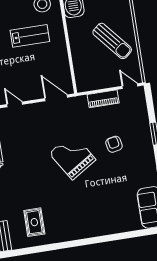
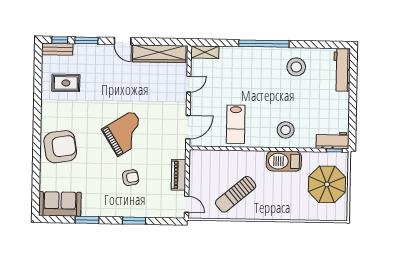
lab bench: (30, 36) -> (236, 124), moved
door: (130, 86) -> (187, 204), hinge flipped
armchair: (96, 217) -> (60, 147), added

